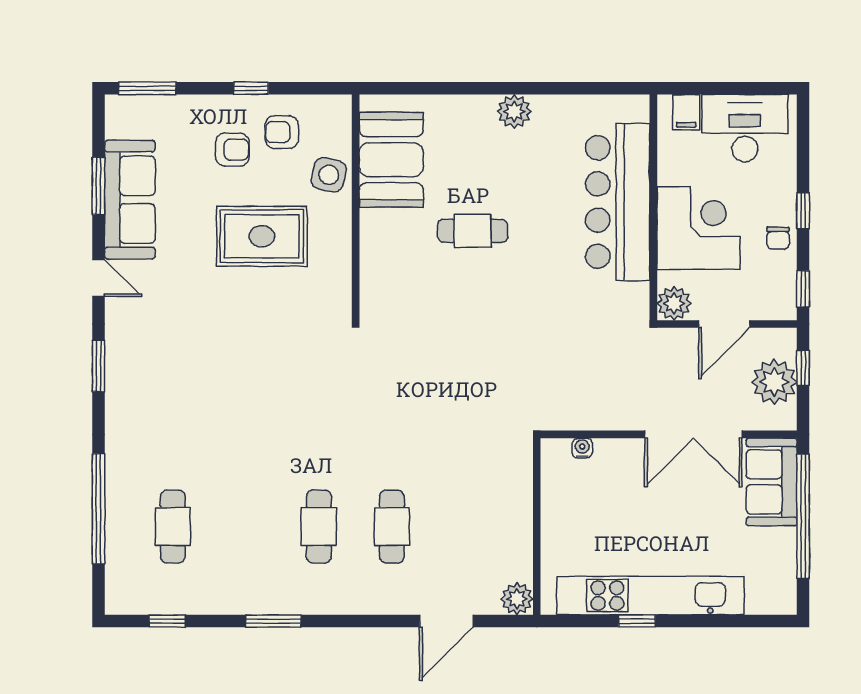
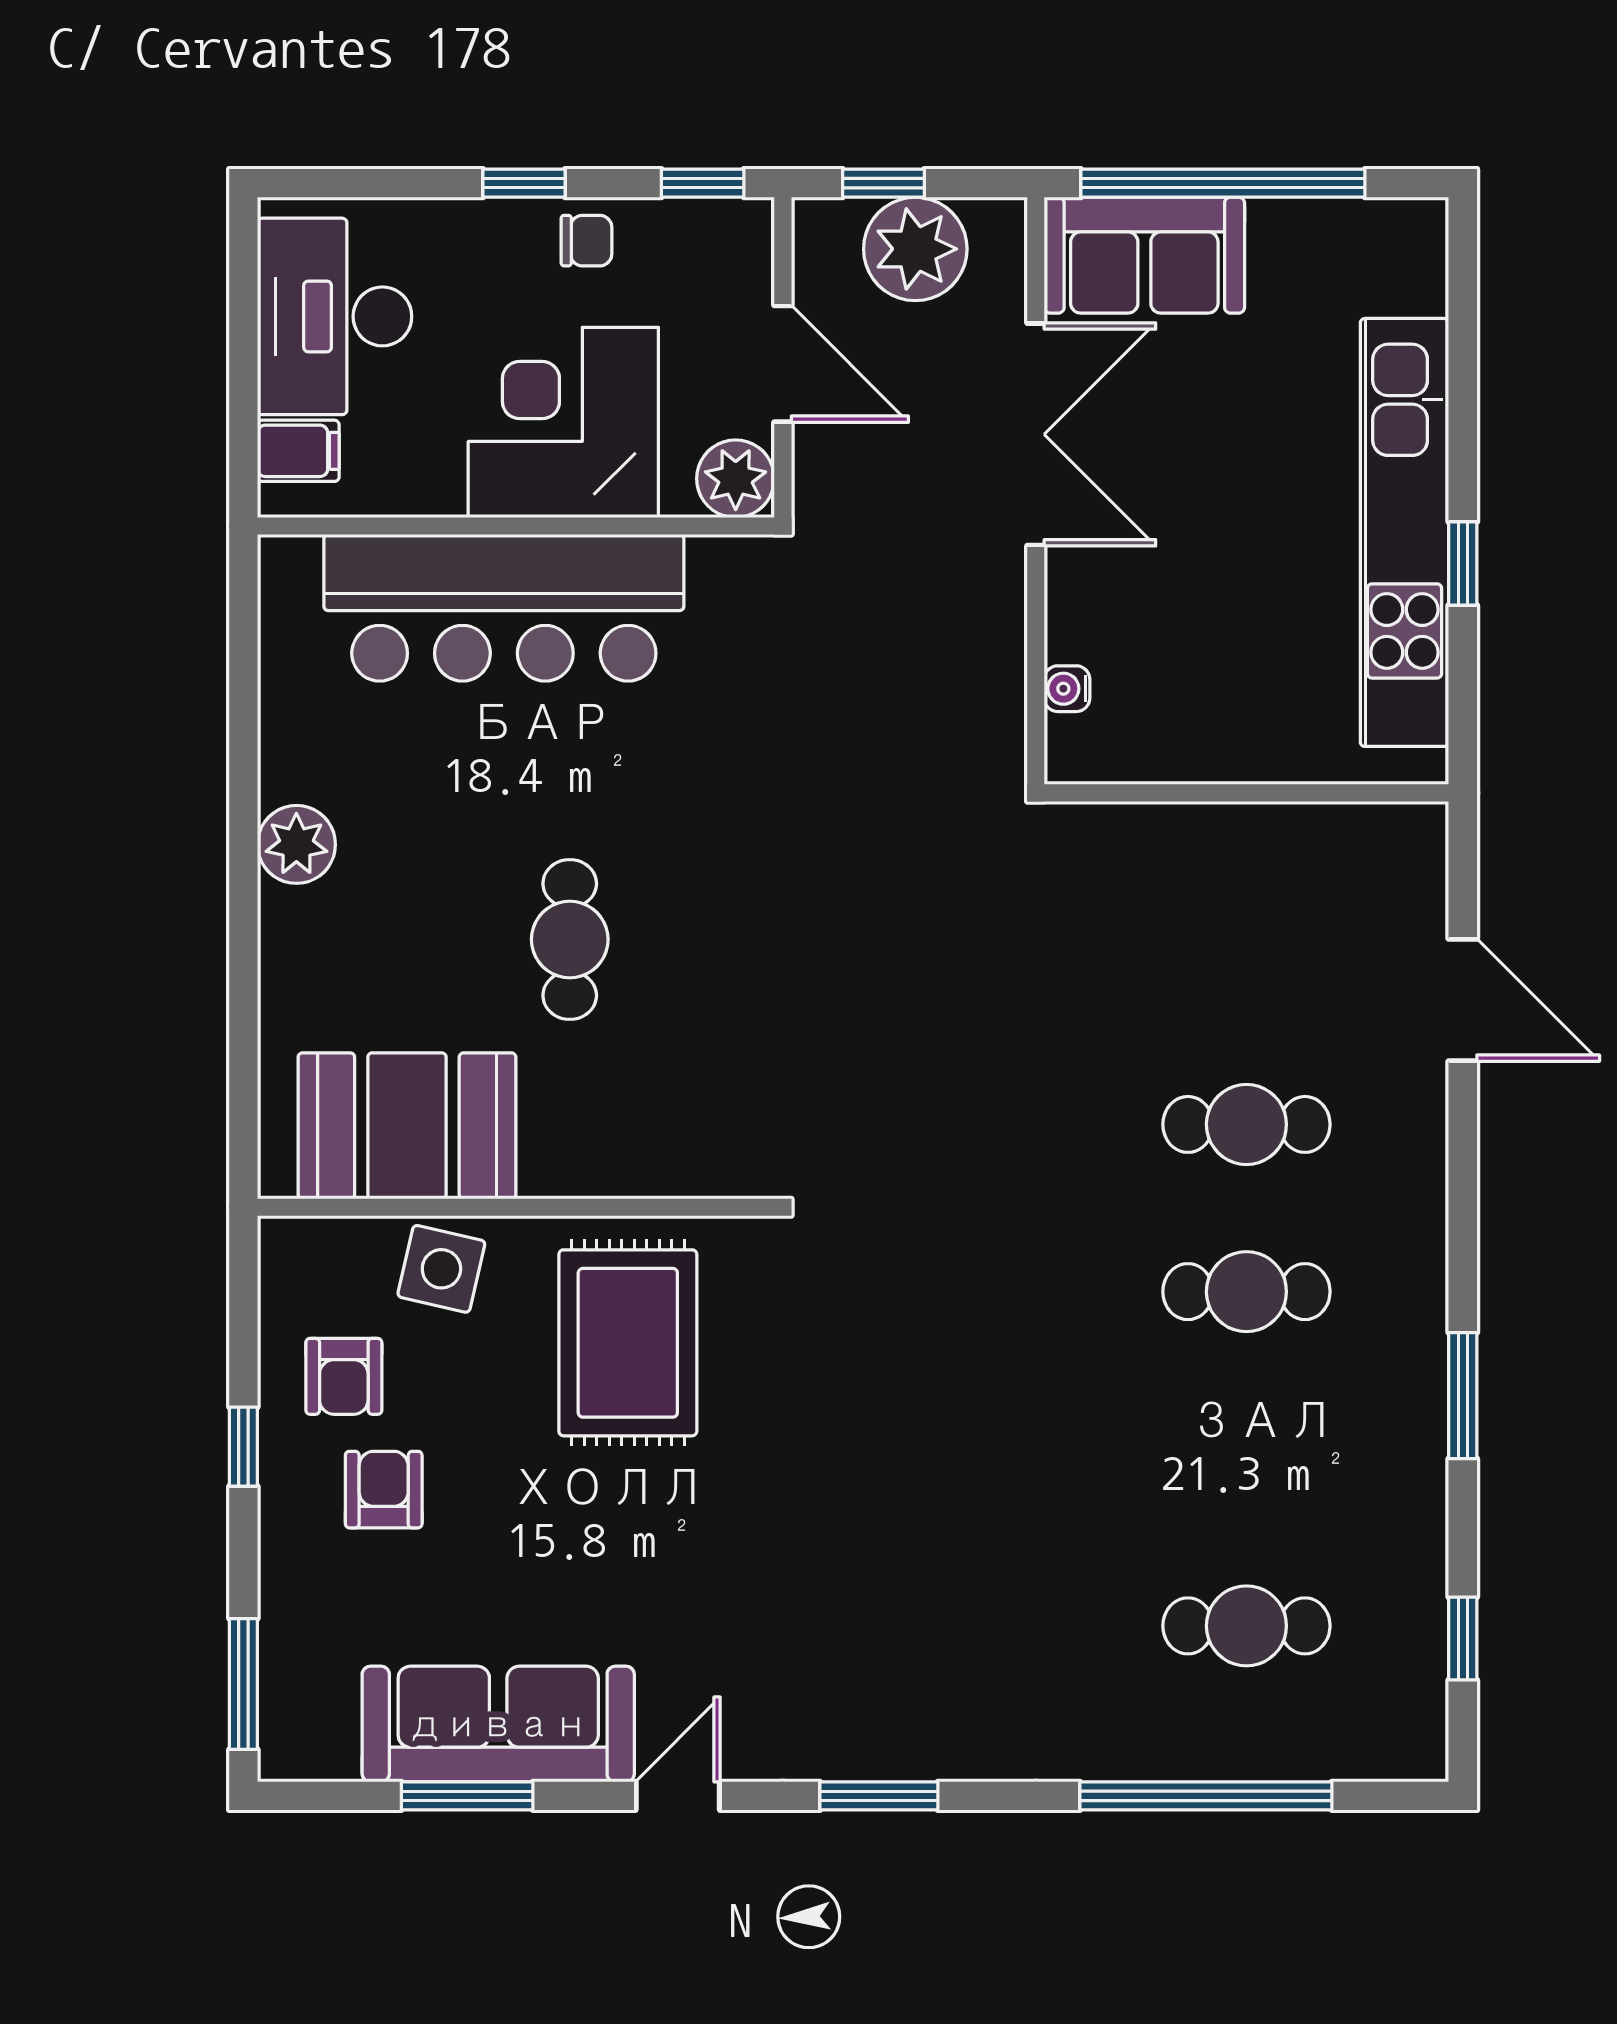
rug: (262, 236) -> (628, 1343), moved
plant: (517, 599) -> (1412, 838), removed

